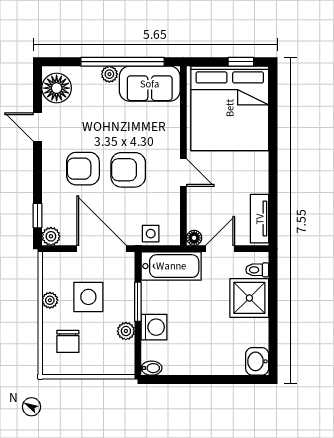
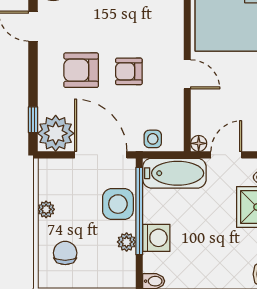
armchair: (128, 170) -> (129, 71), width x0.72, depth x0.72
plant: (51, 236) -> (56, 133), width x1.87, depth x1.87
side table: (88, 297) -> (118, 204), moved
window: (138, 302) -> (139, 211), width x2.11
chair: (68, 341) -> (65, 253), turned 180

